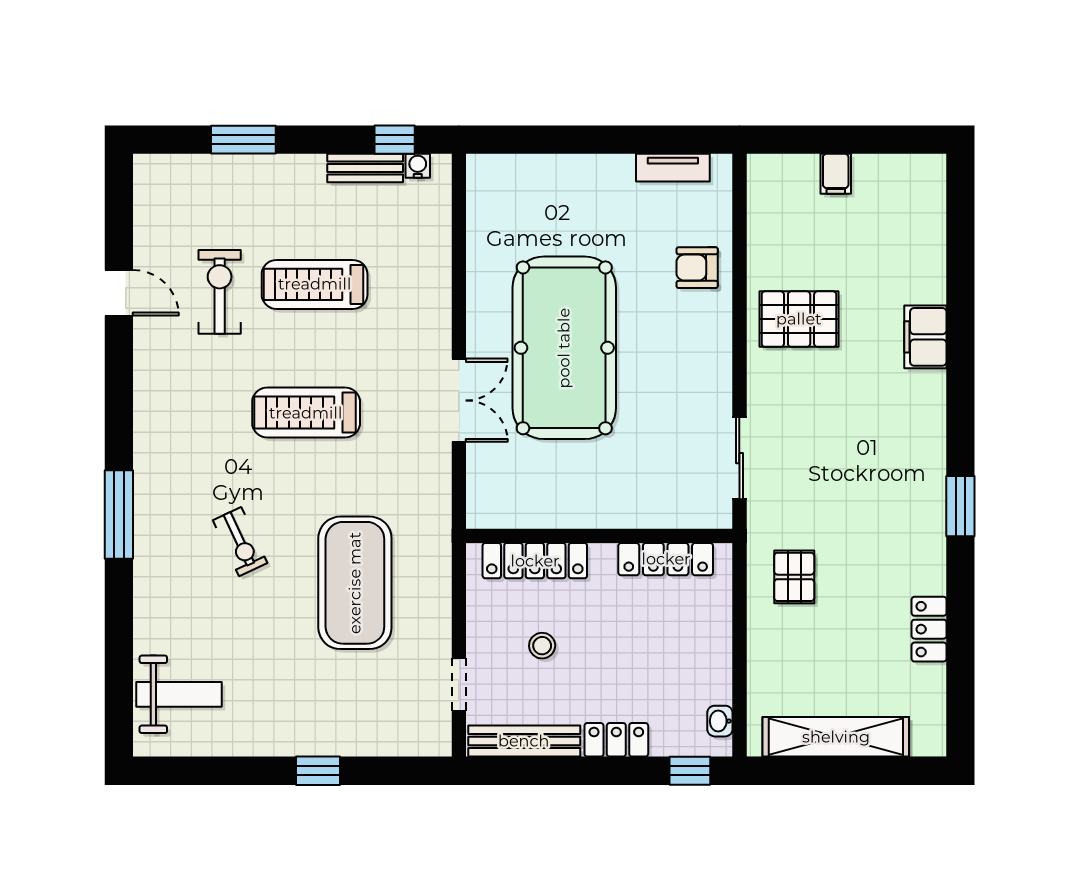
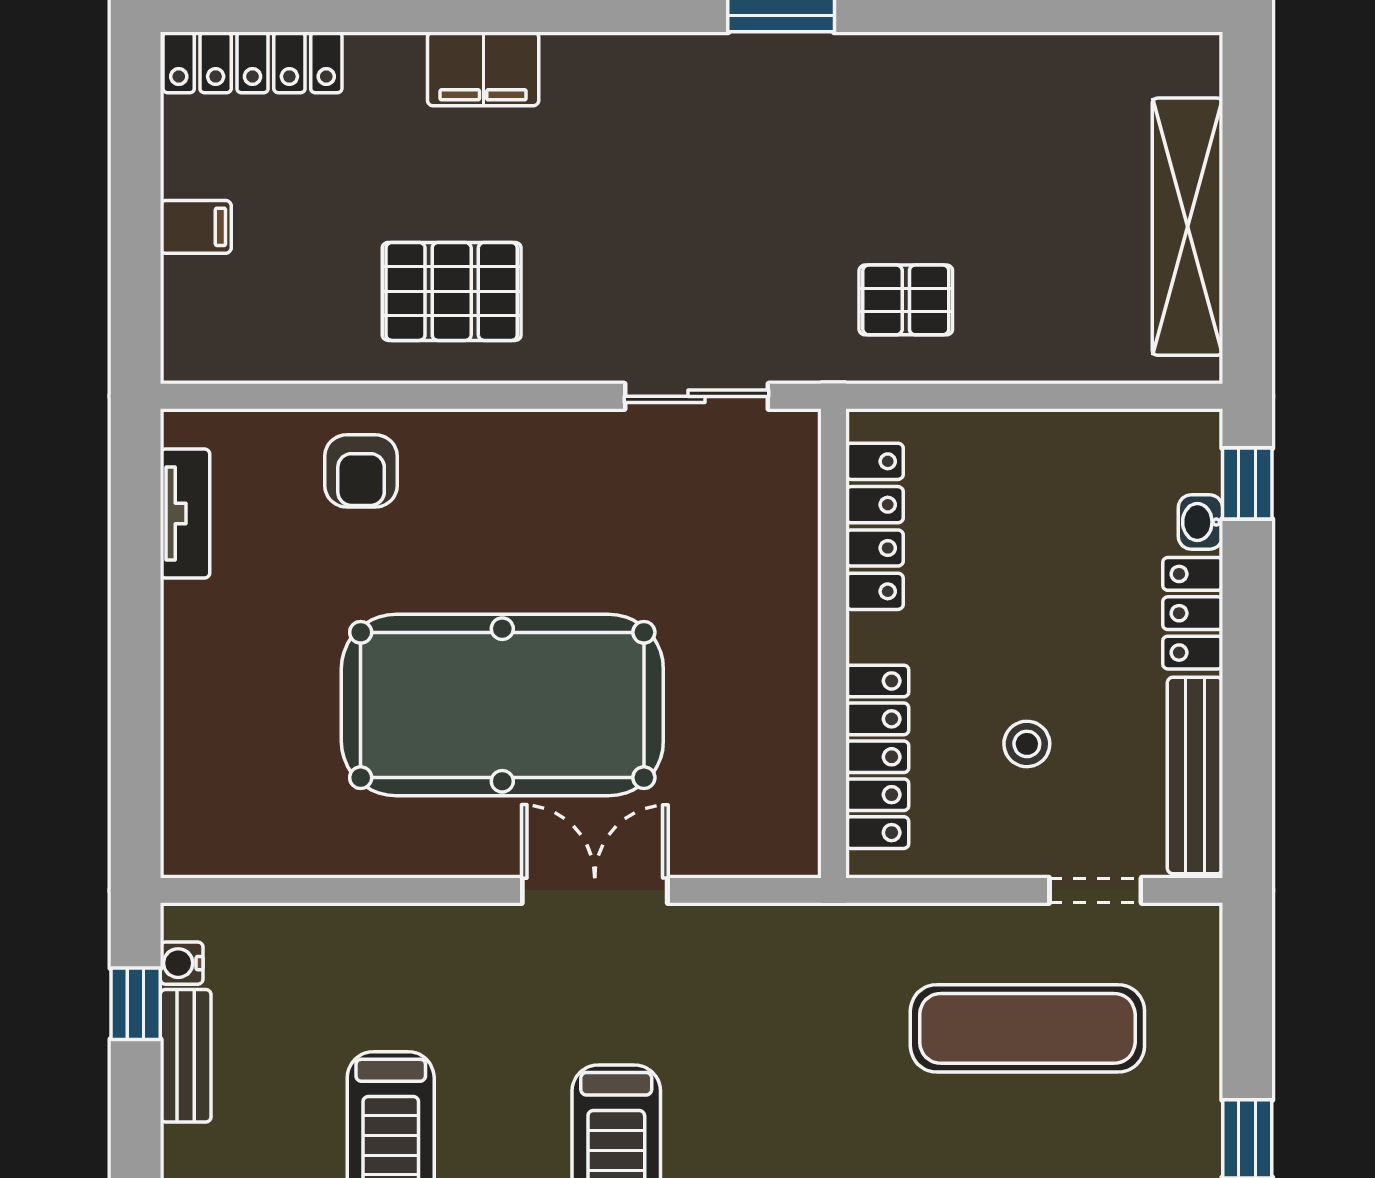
pallet: (799, 319) -> (452, 291), turned 90
exercise mat: (355, 583) -> (1027, 1028), moved, width x0.68
locker: (929, 629) -> (253, 62), moved, width x1.53
washbasin: (720, 721) -> (1200, 522), moved, turned 90

